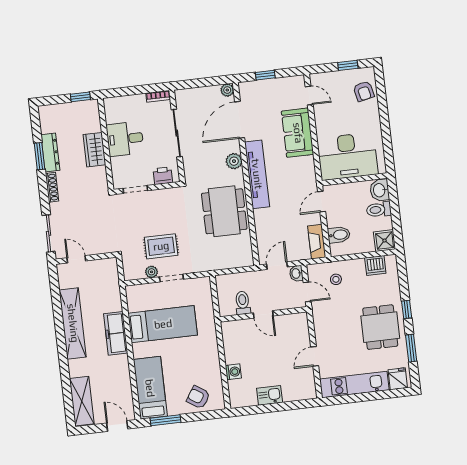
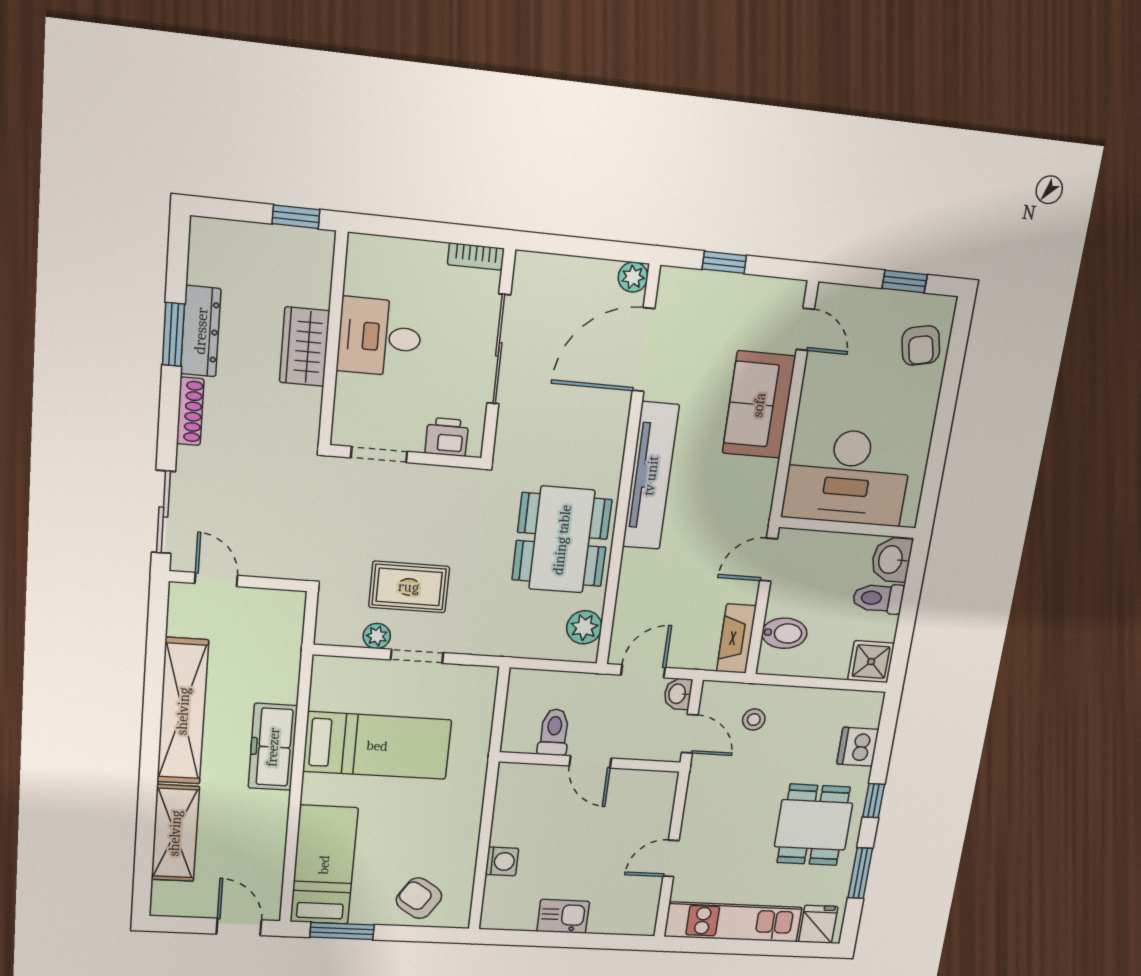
plant: (234, 161) -> (584, 627), moved
dishwasher: (375, 265) -> (858, 747), moved, turned 90
shelving: (82, 401) -> (175, 833), moved

